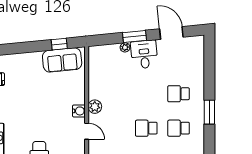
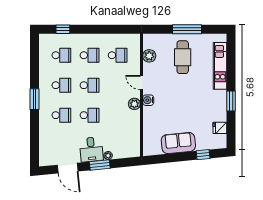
window: (59, 44) -> (203, 155), moved
sofa: (62, 60) -> (178, 143), moved
school desk: (146, 94) -> (90, 115), added

